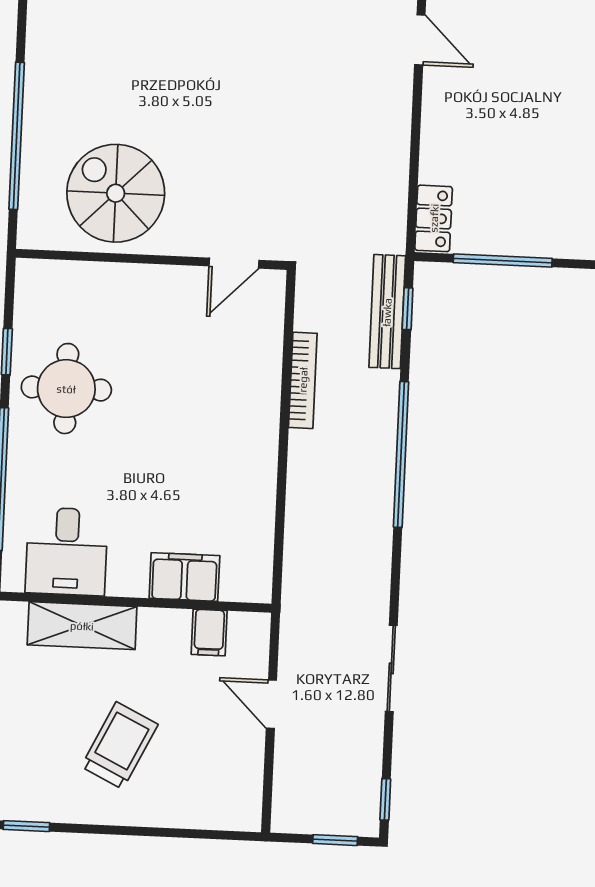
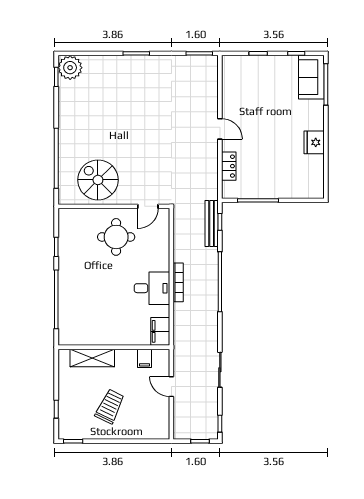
door: (420, 40) -> (220, 129), moved
locker: (434, 218) -> (229, 166), moved
bookcase: (303, 380) -> (178, 282), moved
round table: (66, 389) -> (116, 237), moved
desk: (67, 551) -> (152, 288), moved, turned -90
filing cabinet: (184, 577) -> (160, 331), moved, turned -90

